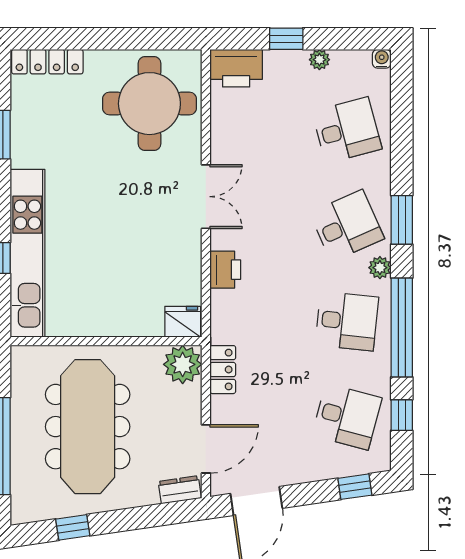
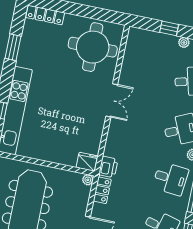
printer: (236, 68) -> (141, 38), removed
printer: (225, 270) -> (108, 167), moved
plant: (183, 364) -> (88, 180), width x0.53, depth x0.53

